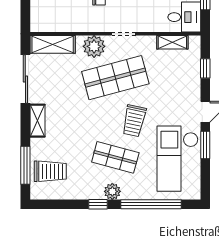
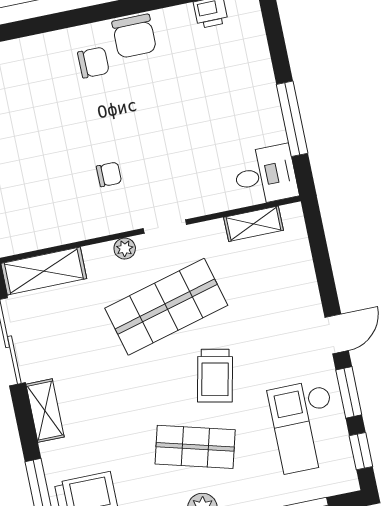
plant: (94, 46) -> (125, 249), width x0.53, depth x0.53
window: (205, 68) -> (361, 451), moved
checkout: (178, 159) -> (305, 426), width x0.73, depth x0.83

